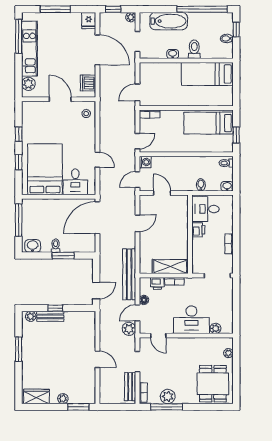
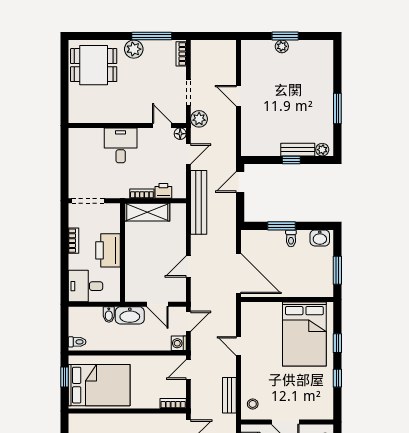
bed: (209, 123) -> (99, 385), width x1.50
desk: (75, 182) -> (266, 318), removed
washbasin: (227, 186) -> (130, 315), moved, width x1.91, depth x1.45
desk: (205, 209) -> (85, 286), moved, turned 180
door: (97, 218) -> (239, 273), hinge flipped
window: (19, 220) -> (337, 270), width x0.69
printer: (198, 230) -> (108, 250), width x1.87, depth x1.48
floor lamp: (144, 300) -> (180, 134), moved
desk: (191, 320) -> (121, 145), width x0.73
plant: (216, 328) -> (90, 134), removed
plant: (129, 329) -> (199, 119), moved
plant: (228, 353) -> (74, 104), removed
dining table: (213, 384) -> (94, 65), turned 90
bench: (130, 387) -> (229, 395), moved
wardrobe: (36, 396) -> (315, 49), removed
plant: (168, 396) -> (134, 49), moved
window: (78, 407) -> (285, 36), moved

